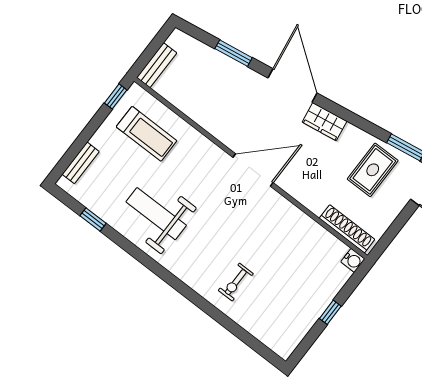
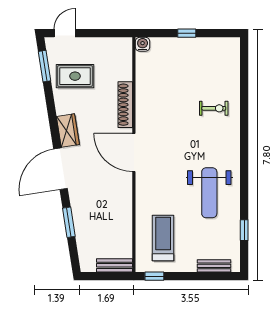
shoe rack: (347, 229) -> (125, 105), moved

